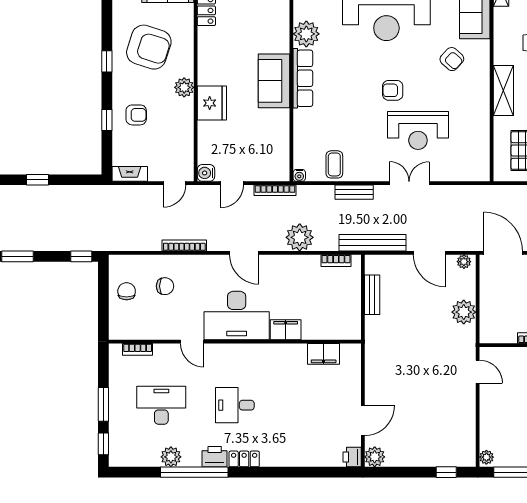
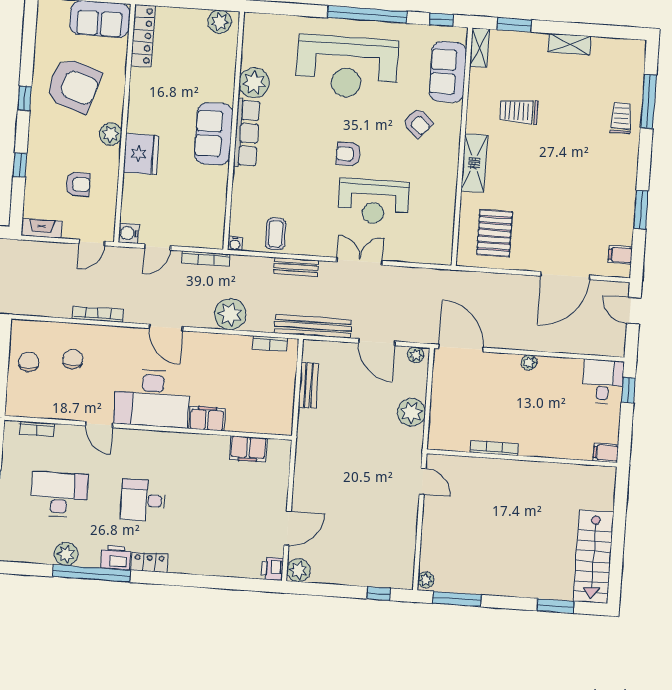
armchair: (136, 115) -> (78, 184), moved
chair: (165, 286) -> (73, 359), turned -90

